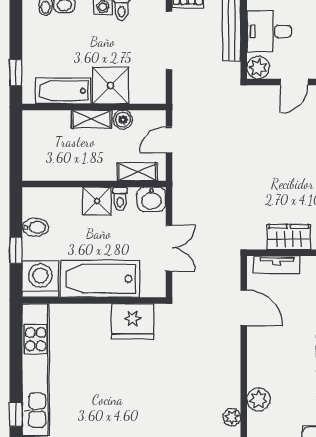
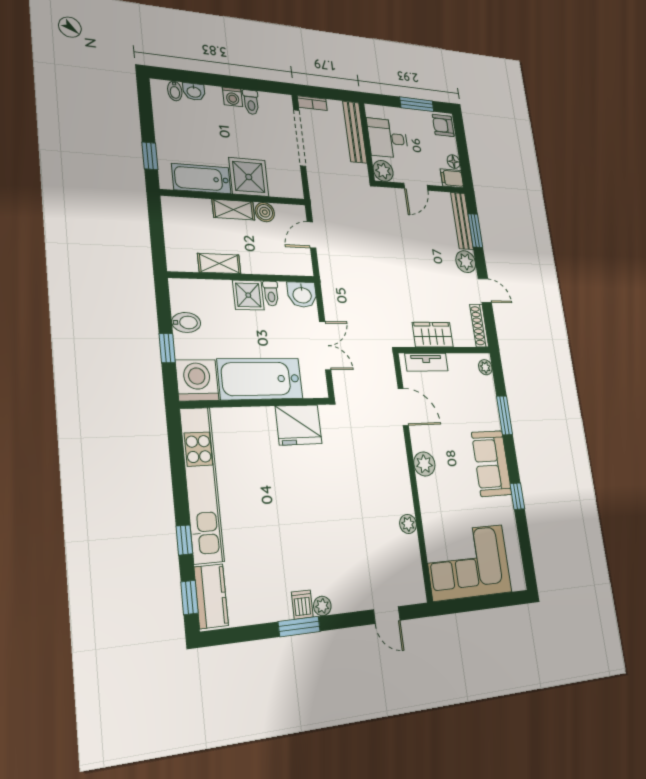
shelving: (137, 172) -> (219, 263), moved
plant: (258, 399) -> (424, 464), moved

